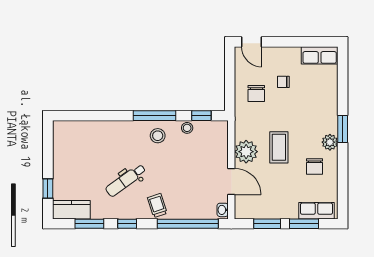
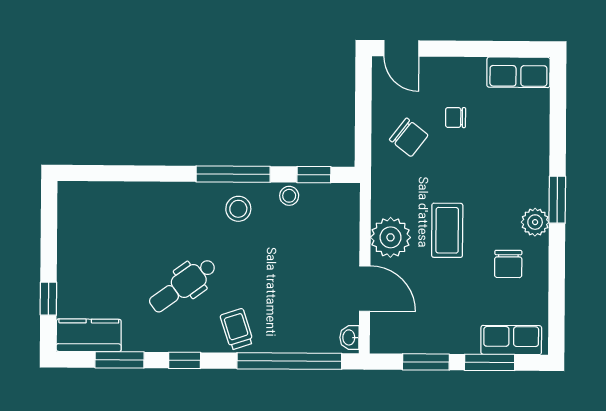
chair: (256, 94) -> (409, 137), turned -52

